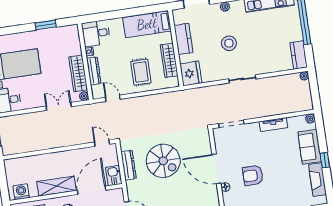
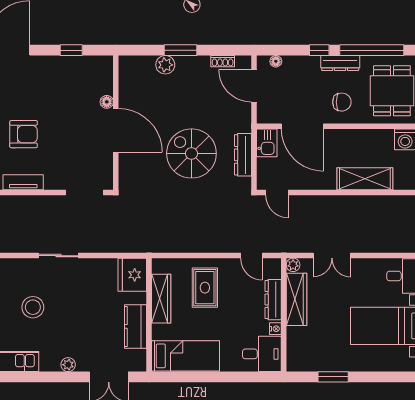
stool: (229, 43) -> (33, 307), moved
armchair: (253, 175) -> (24, 134), moved
shelving: (57, 186) -> (365, 179), moved
door: (92, 190) -> (302, 126), hinge flipped

